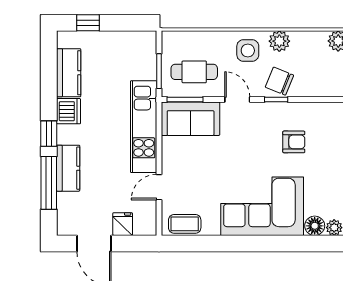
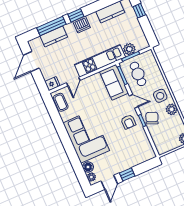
plant: (146, 68) -> (129, 49), added
door: (237, 100) -> (134, 101), hinge flipped
dishwasher: (69, 111) -> (82, 25), moved
armchair: (294, 142) -> (128, 122), moved
kitchen counter: (68, 168) -> (54, 36), moved
door: (159, 187) -> (73, 82), swing flipped
fridge: (123, 224) -> (52, 84), moved

